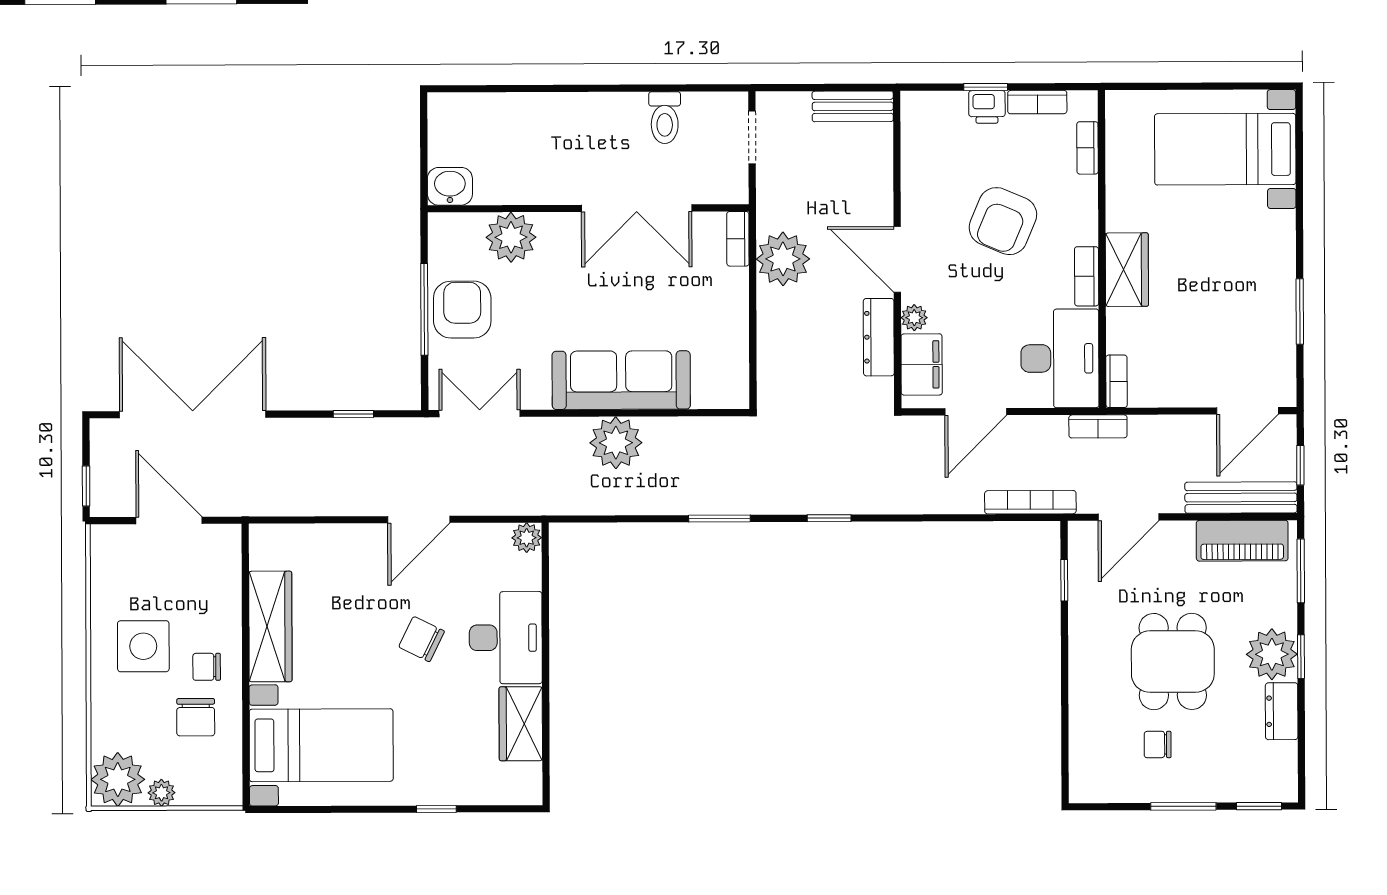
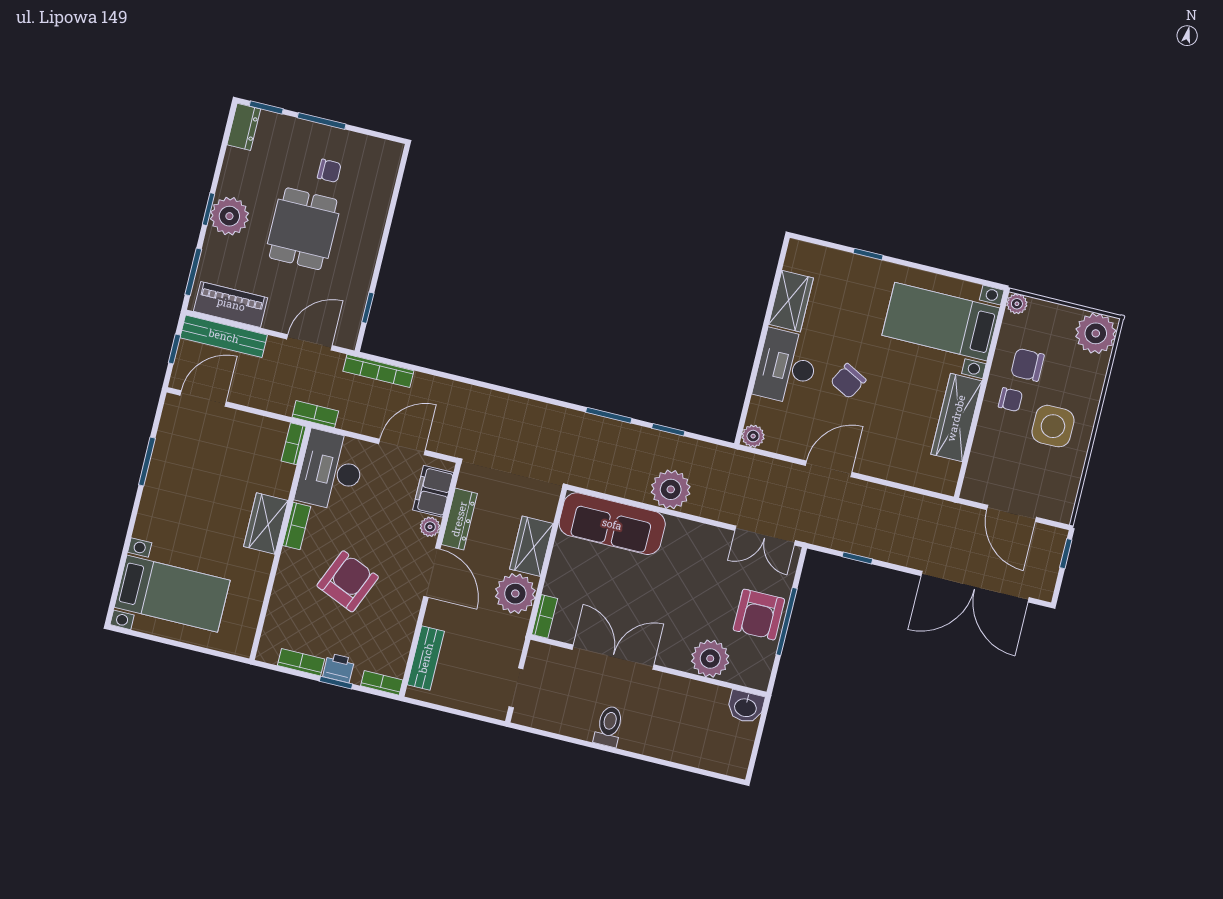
bench: (853, 106) -> (426, 658), moved, turned 90
toilet: (665, 118) -> (609, 726), moved
bookcase: (1088, 148) -> (382, 683), moved, turned -90
wardrobe: (777, 325) -> (531, 546), added
sofa: (621, 380) -> (612, 524), moved
window: (829, 518) -> (668, 430), moved
chair: (422, 639) -> (848, 381), turned 92
dresser: (1282, 711) -> (244, 127), moved
chair: (196, 717) -> (1027, 365), turned -90
plant: (161, 793) -> (1017, 304), moved

